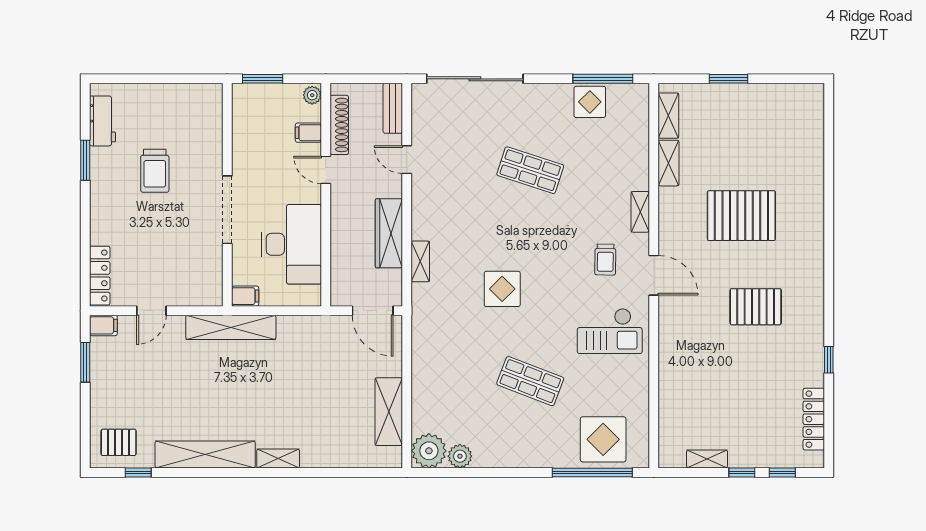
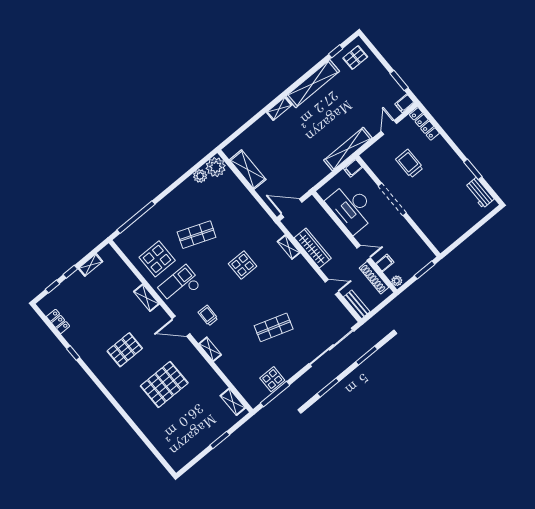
shelving: (668, 163) -> (146, 298), moved
trolley: (155, 171) -> (409, 164), moved
locker: (814, 419) -> (58, 321), width x0.66
display table: (603, 439) -> (157, 259), moved

